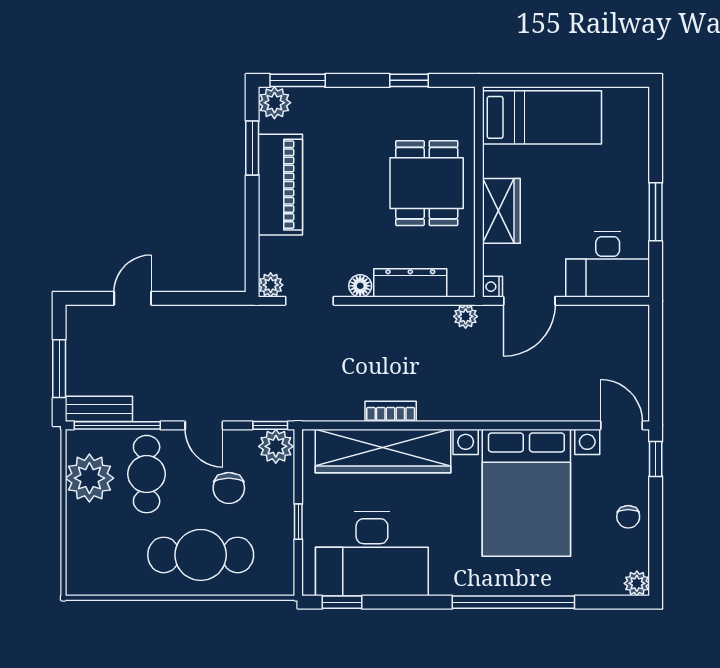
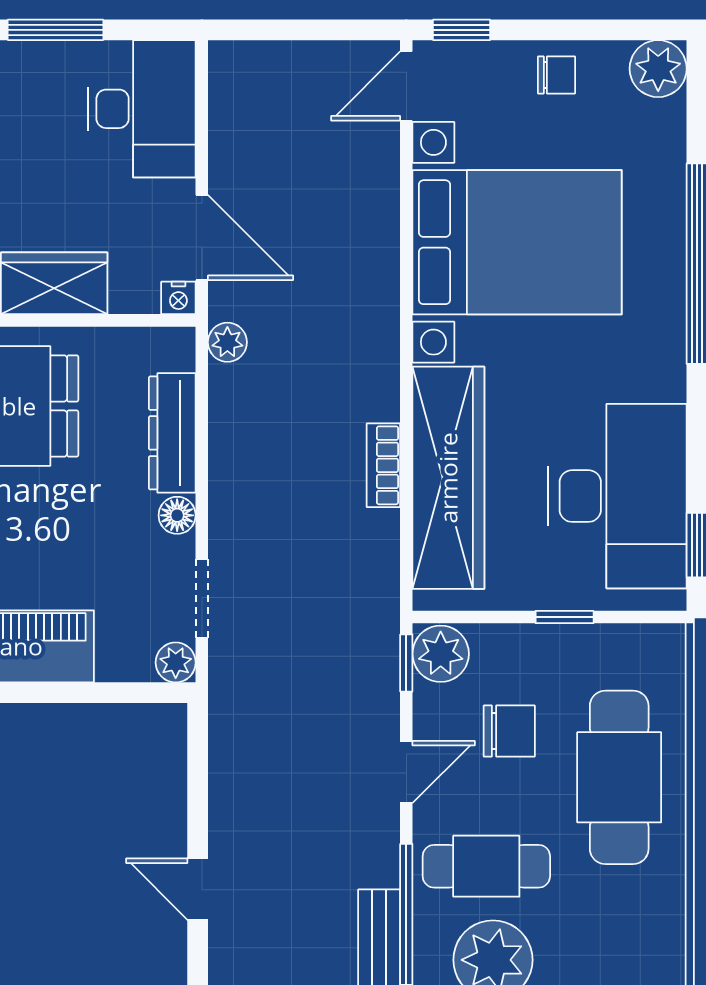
plant: (637, 583) -> (658, 69), width x1.38, depth x1.38

